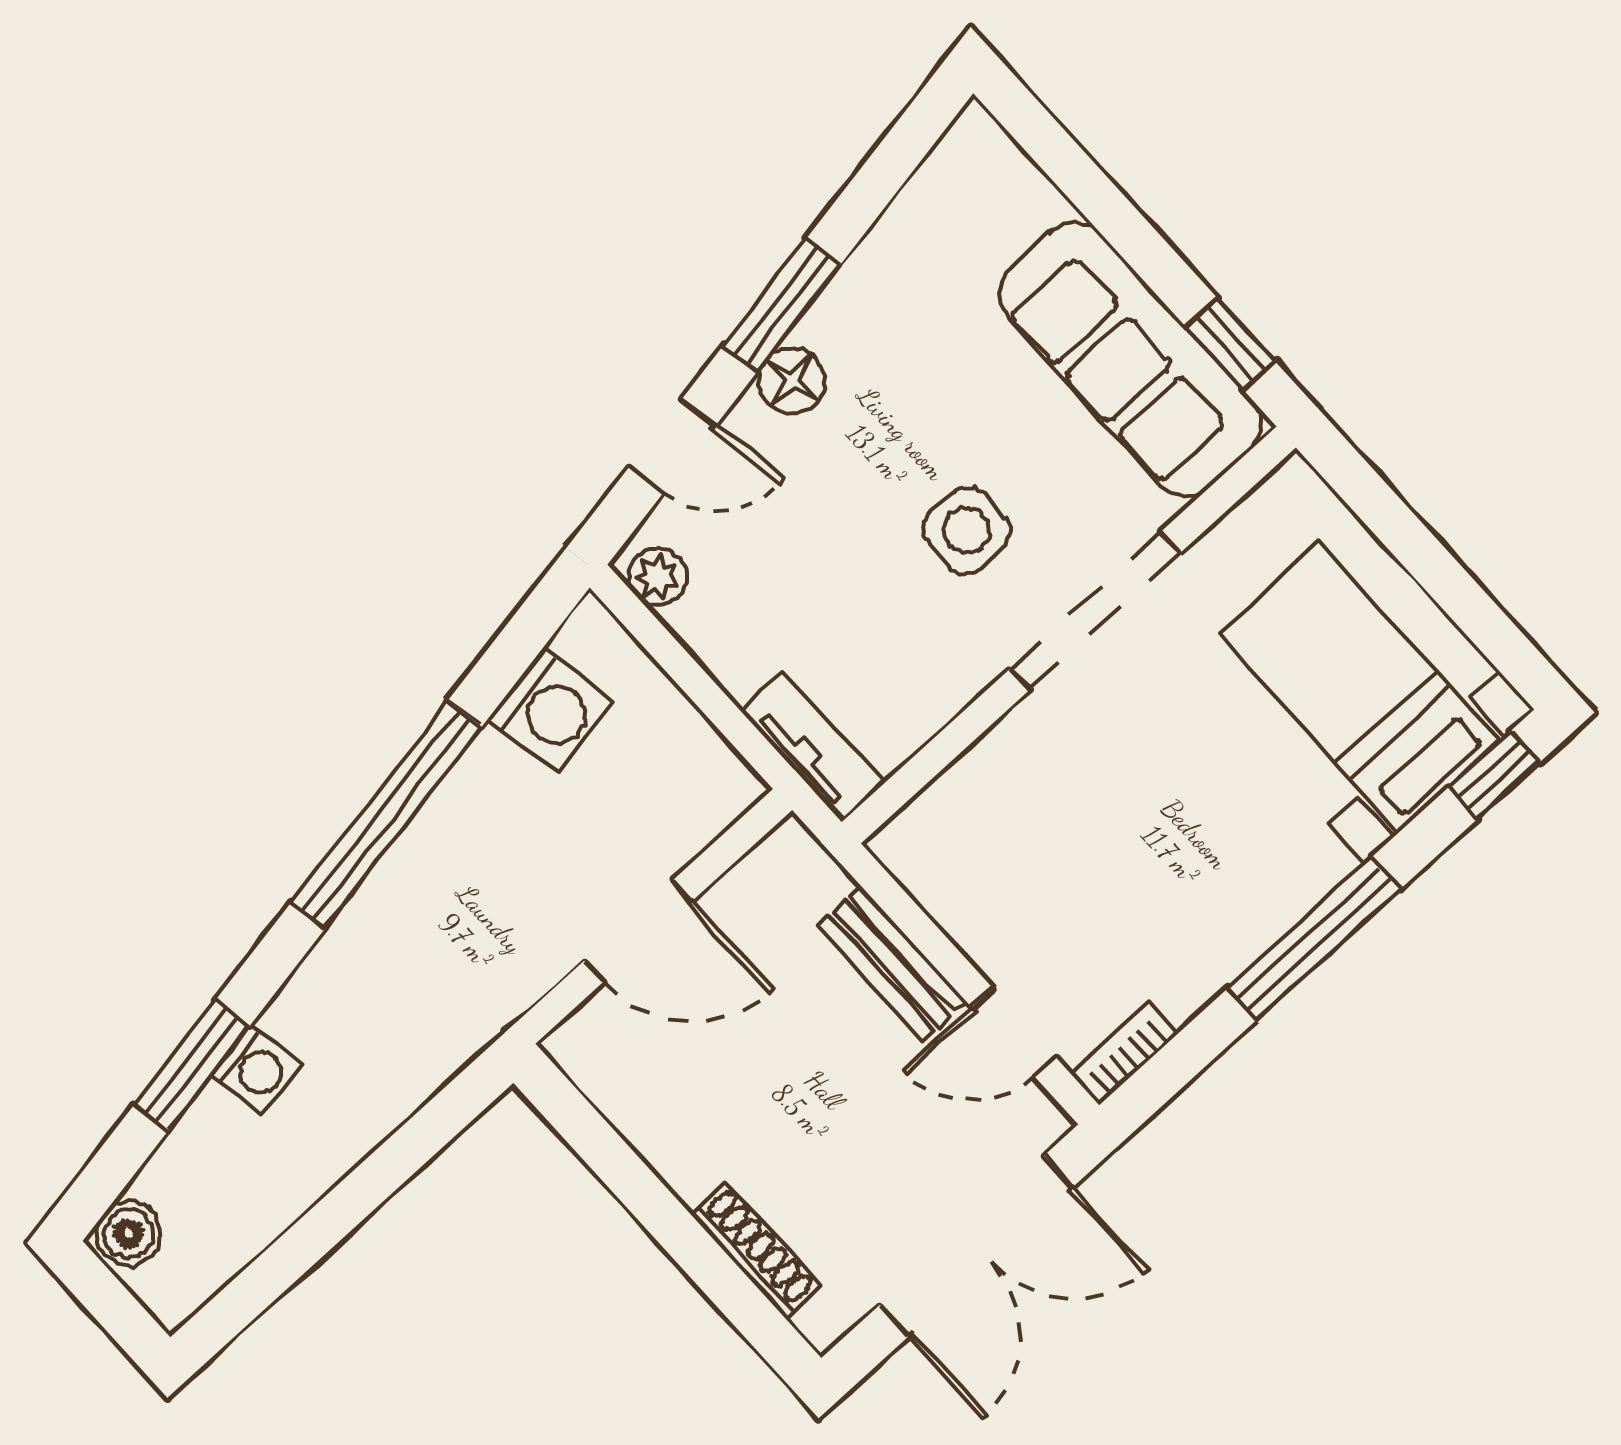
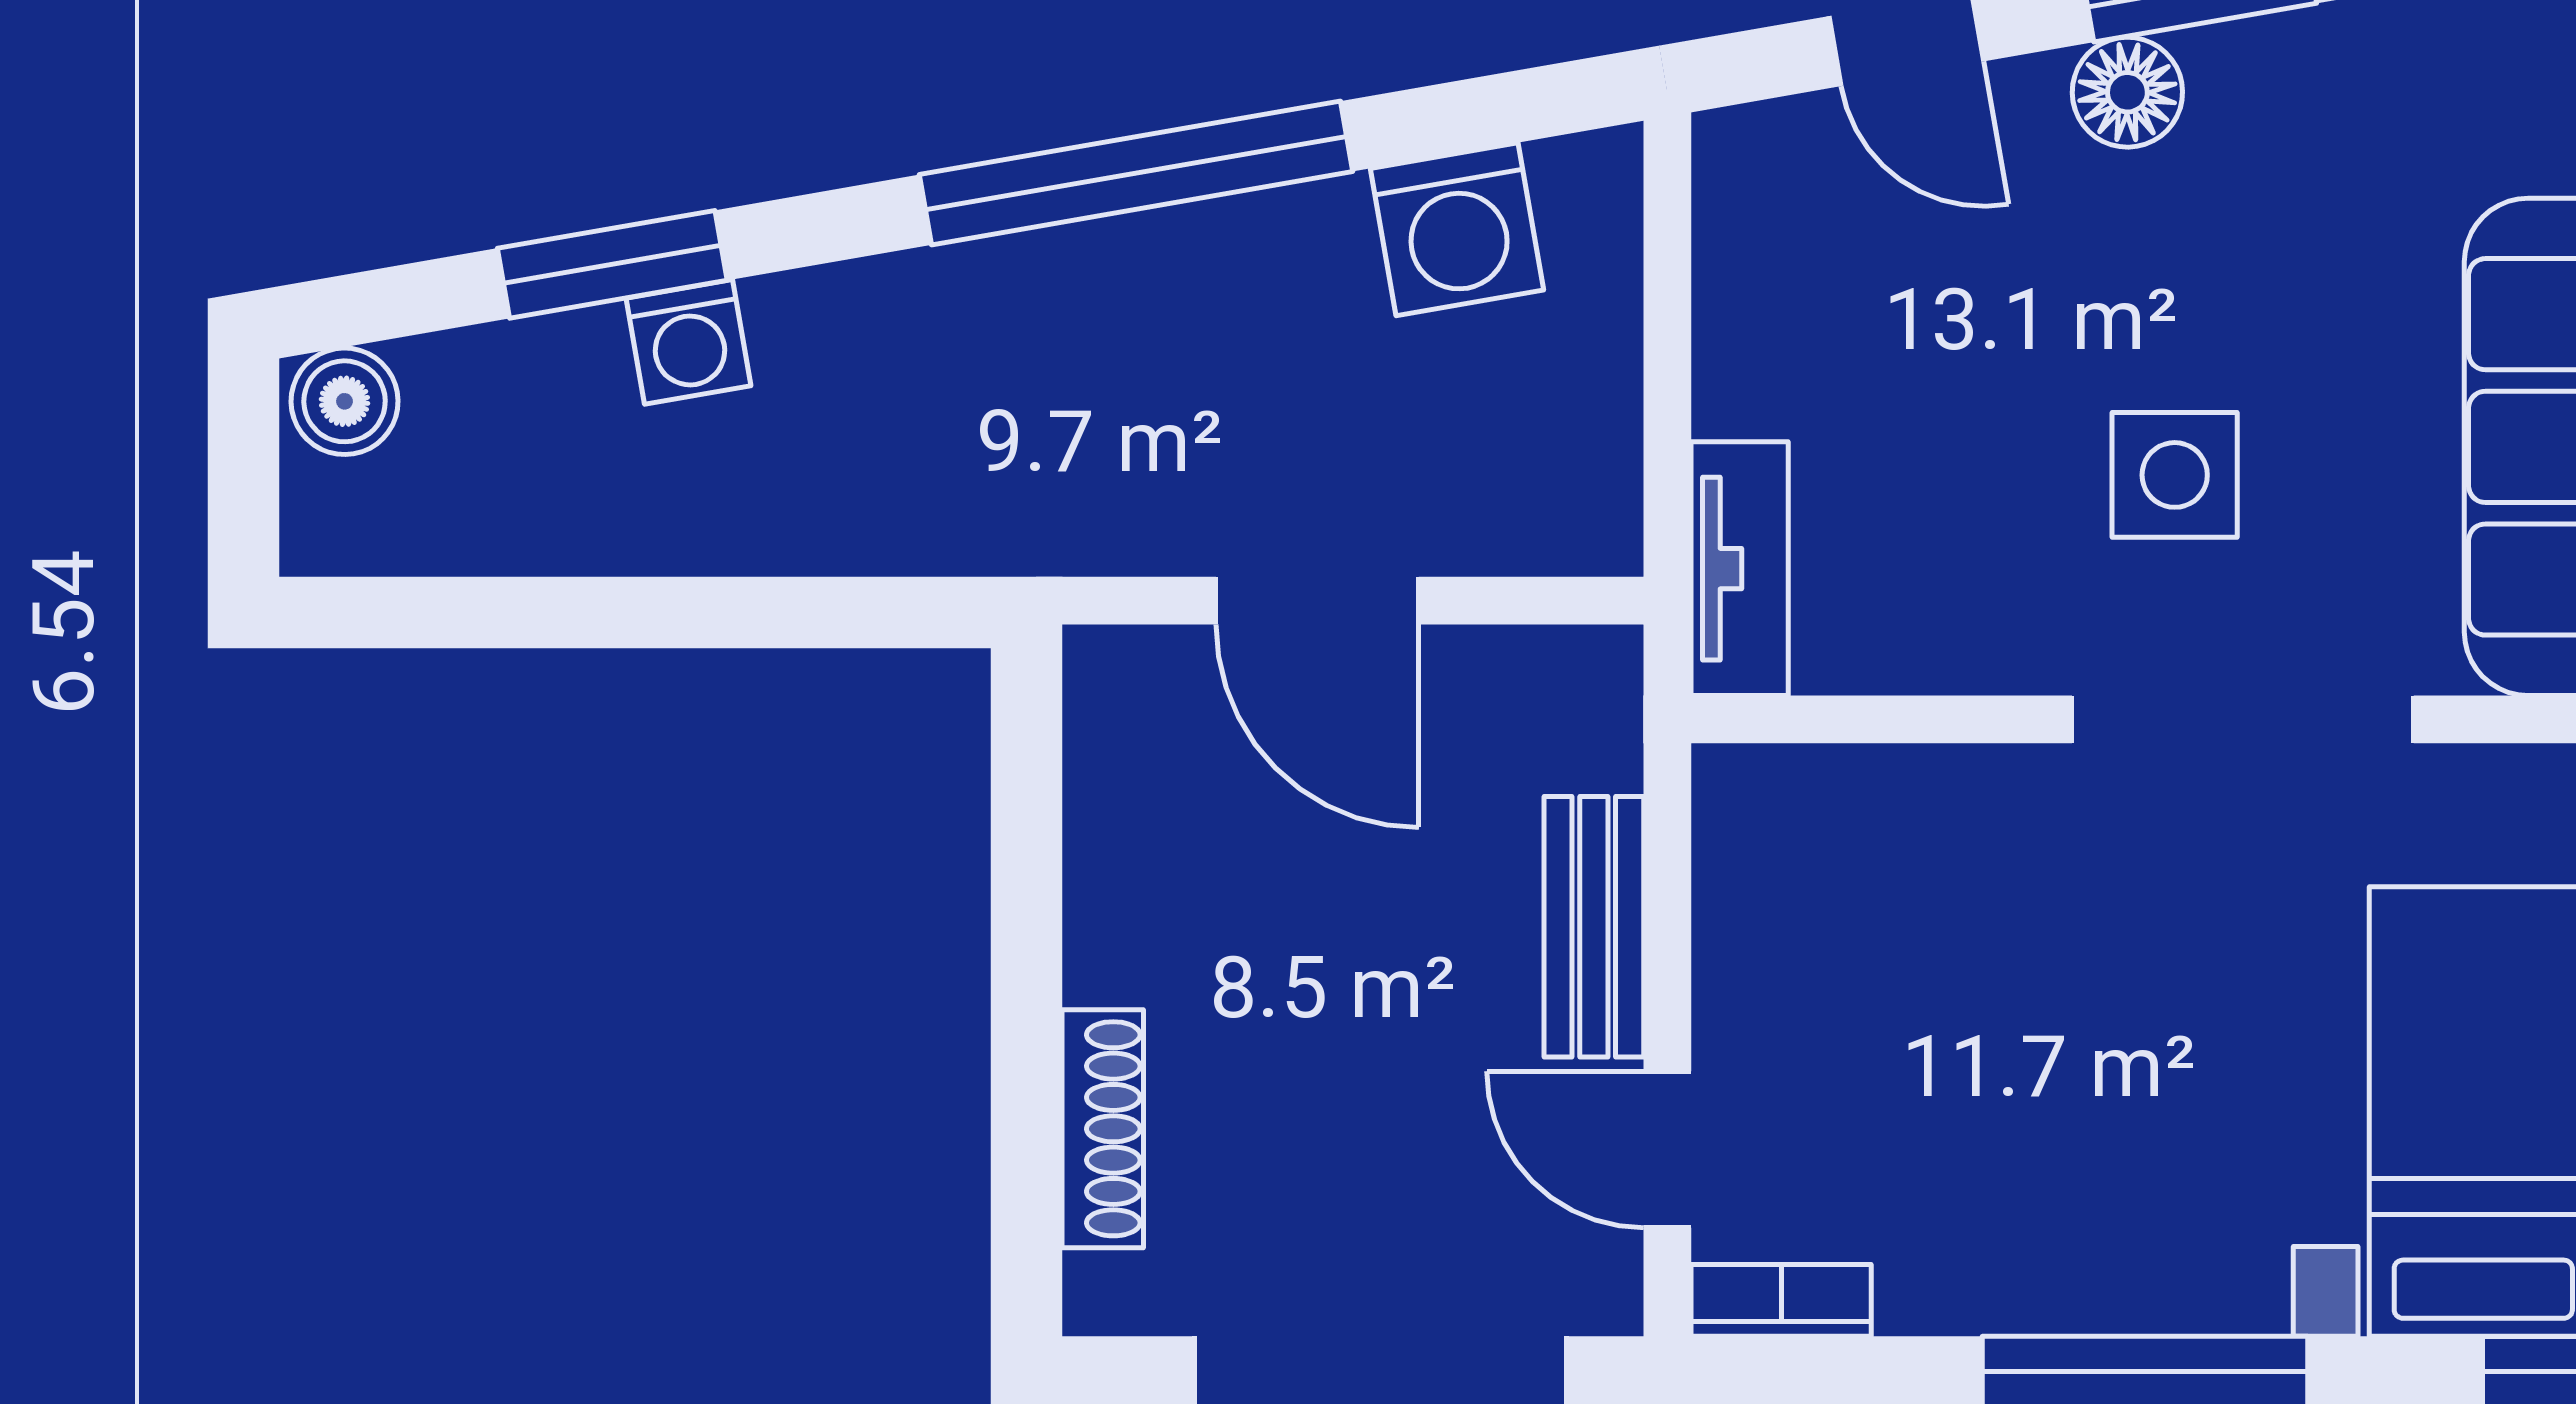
plant: (657, 577) -> (1739, 184), removed

